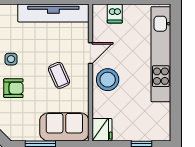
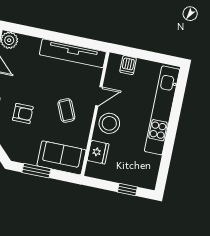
side table: (11, 59) -> (26, 87), removed
fridge: (102, 130) -> (98, 152), moved

